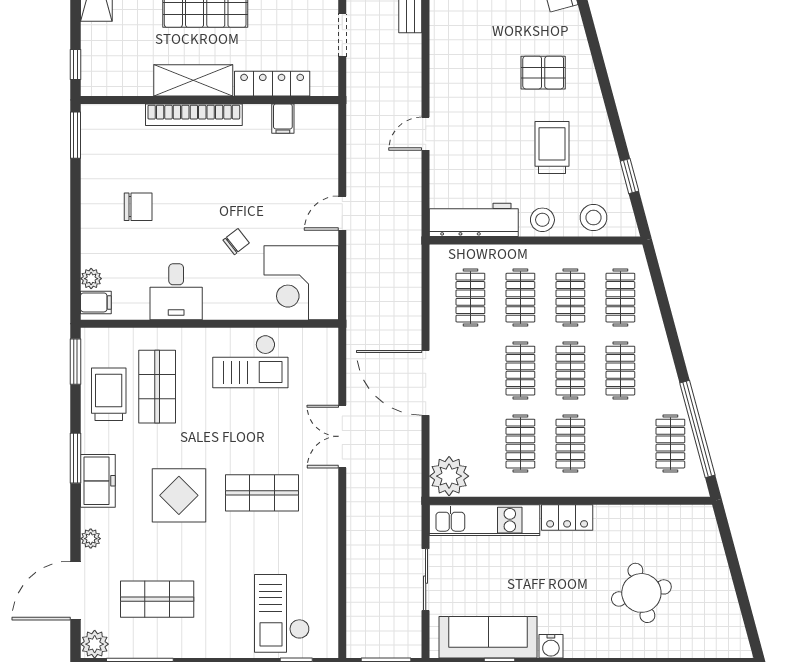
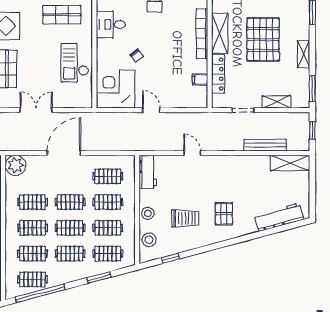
workbench: (474, 220) -> (148, 172), width x0.73
window: (667, 315) -> (99, 277), added
clothes rail: (620, 444) -> (32, 254), added

